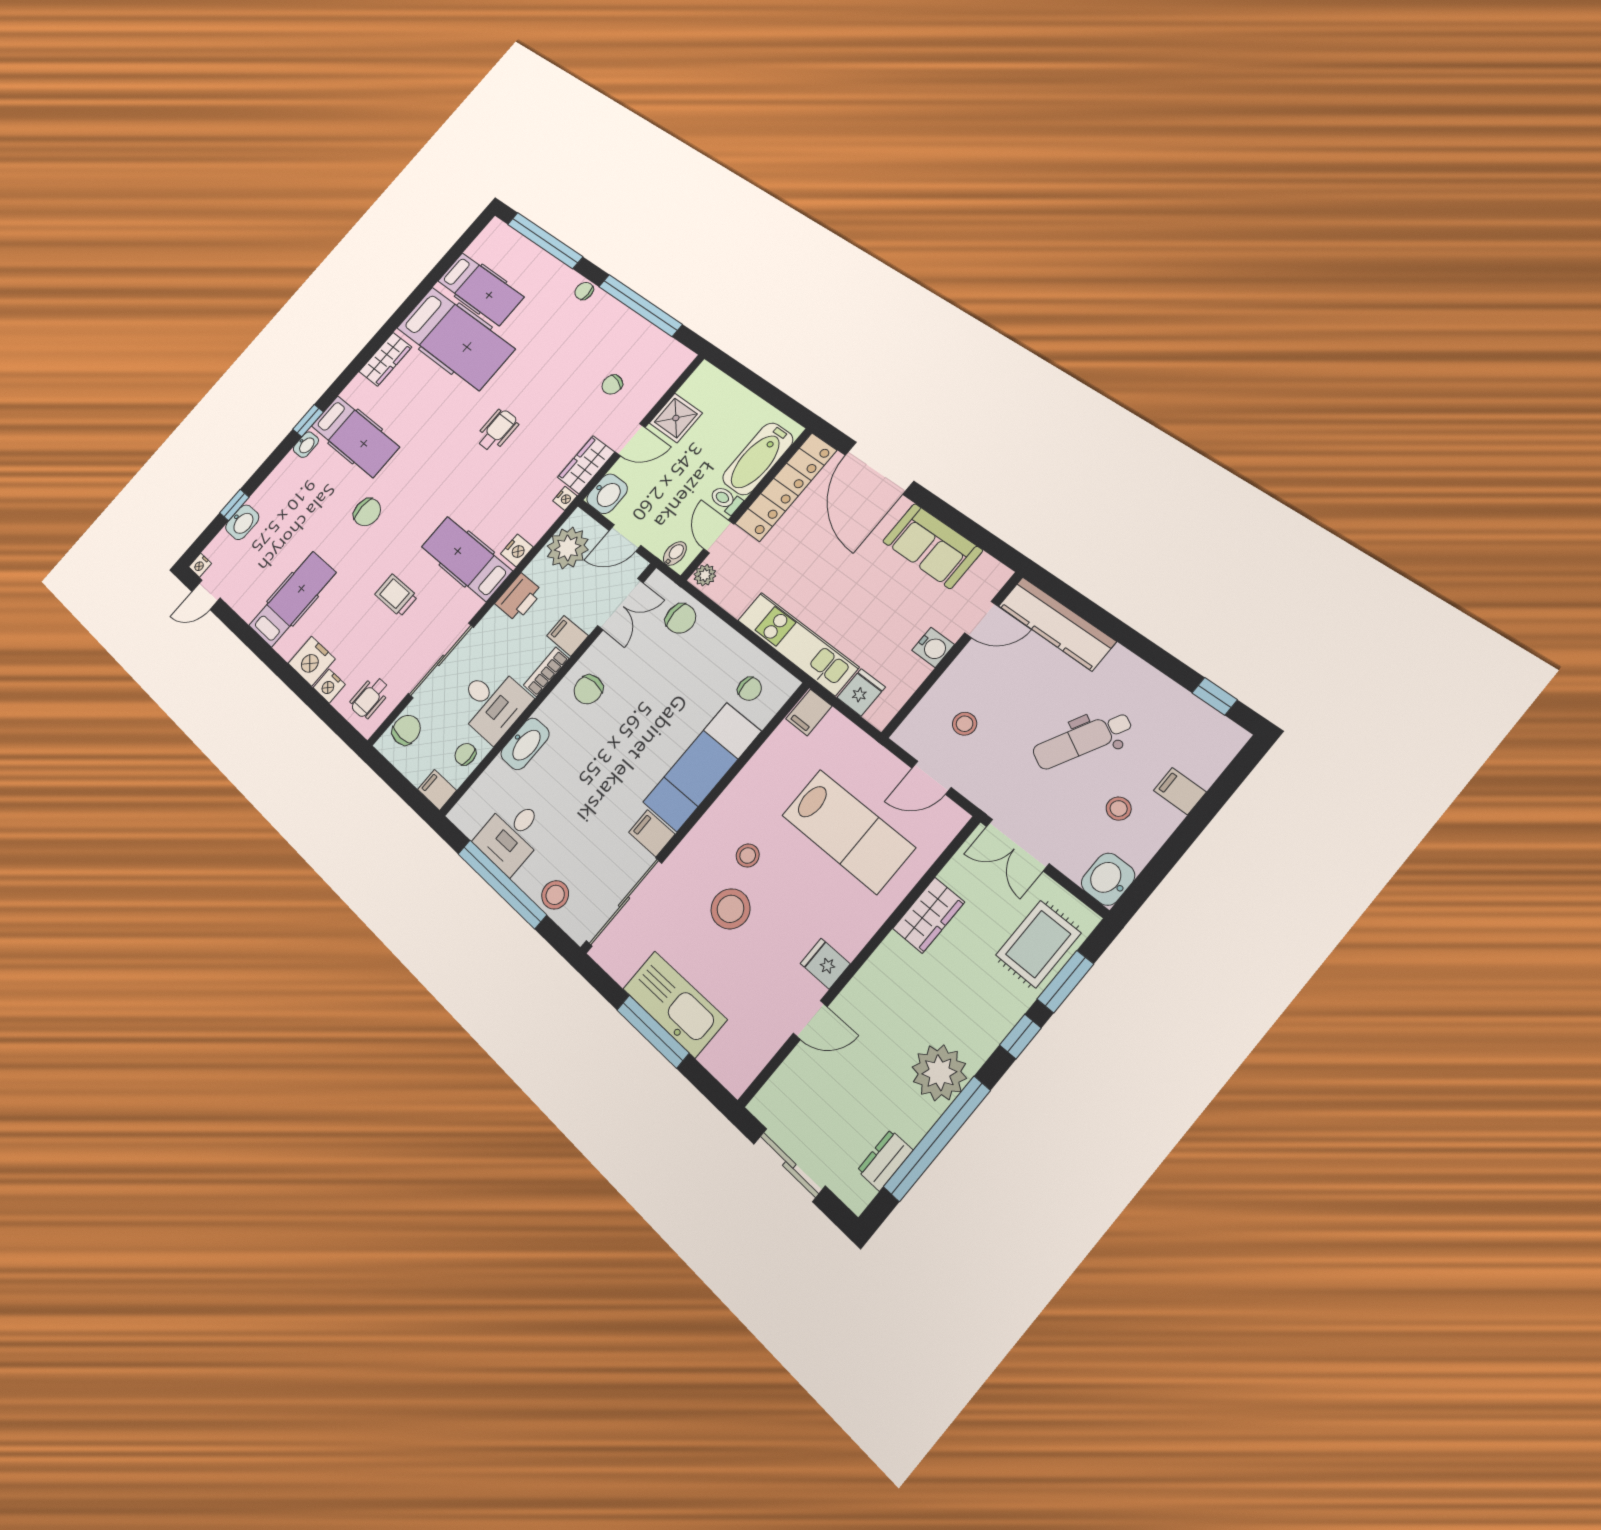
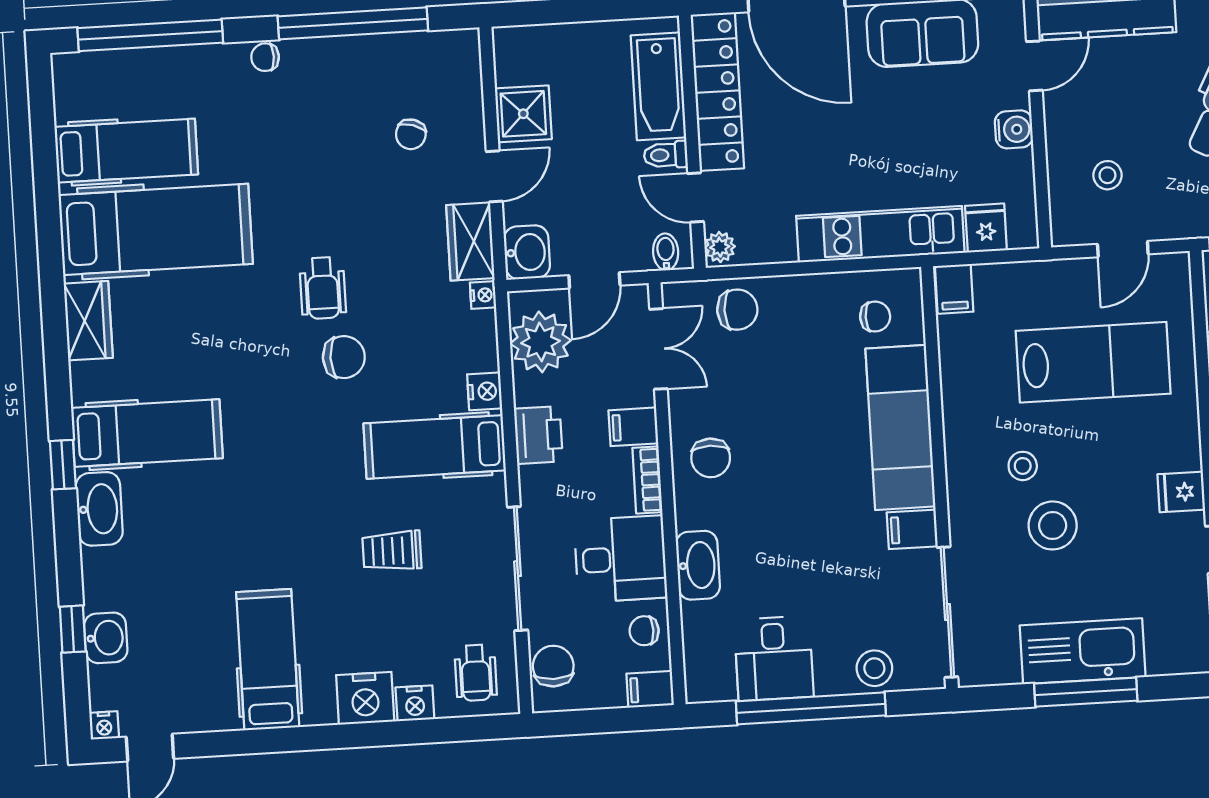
wheelchair: (497, 430) -> (323, 288), turned 180
washbasin: (306, 445) -> (99, 509), width x1.91, depth x1.45
chair: (367, 512) -> (344, 357), moved

